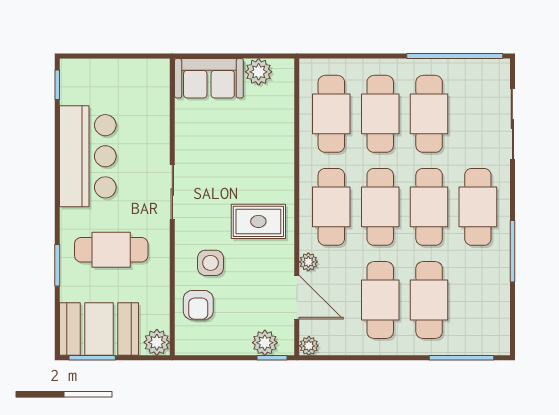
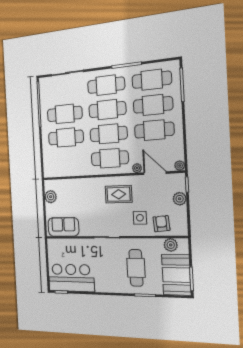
sofa: (209, 78) -> (63, 227), moved, turned -90
cafe table: (331, 114) -> (152, 80), moved
bar counter: (88, 156) -> (71, 278), moved
rug: (258, 221) -> (119, 194), turned 90
door: (297, 297) -> (155, 173), hinge flipped
armchair: (198, 305) -> (161, 224), turned -95
plant: (157, 342) -> (171, 245), moved
plant: (265, 343) -> (180, 199), moved

